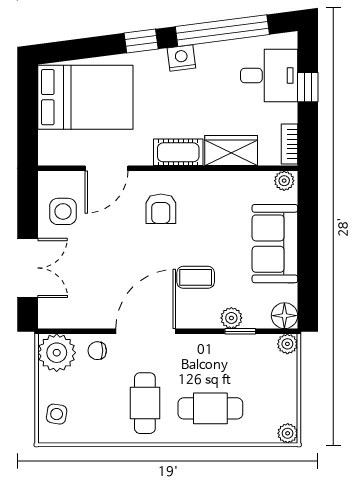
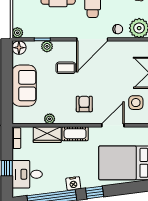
plant: (284, 181) -> (50, 119), moved

